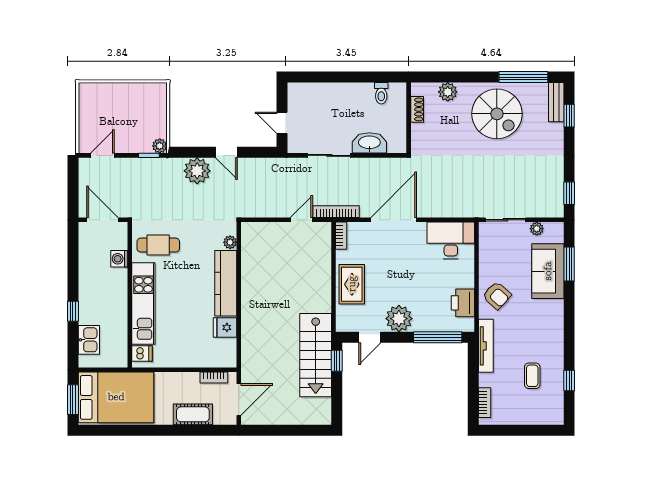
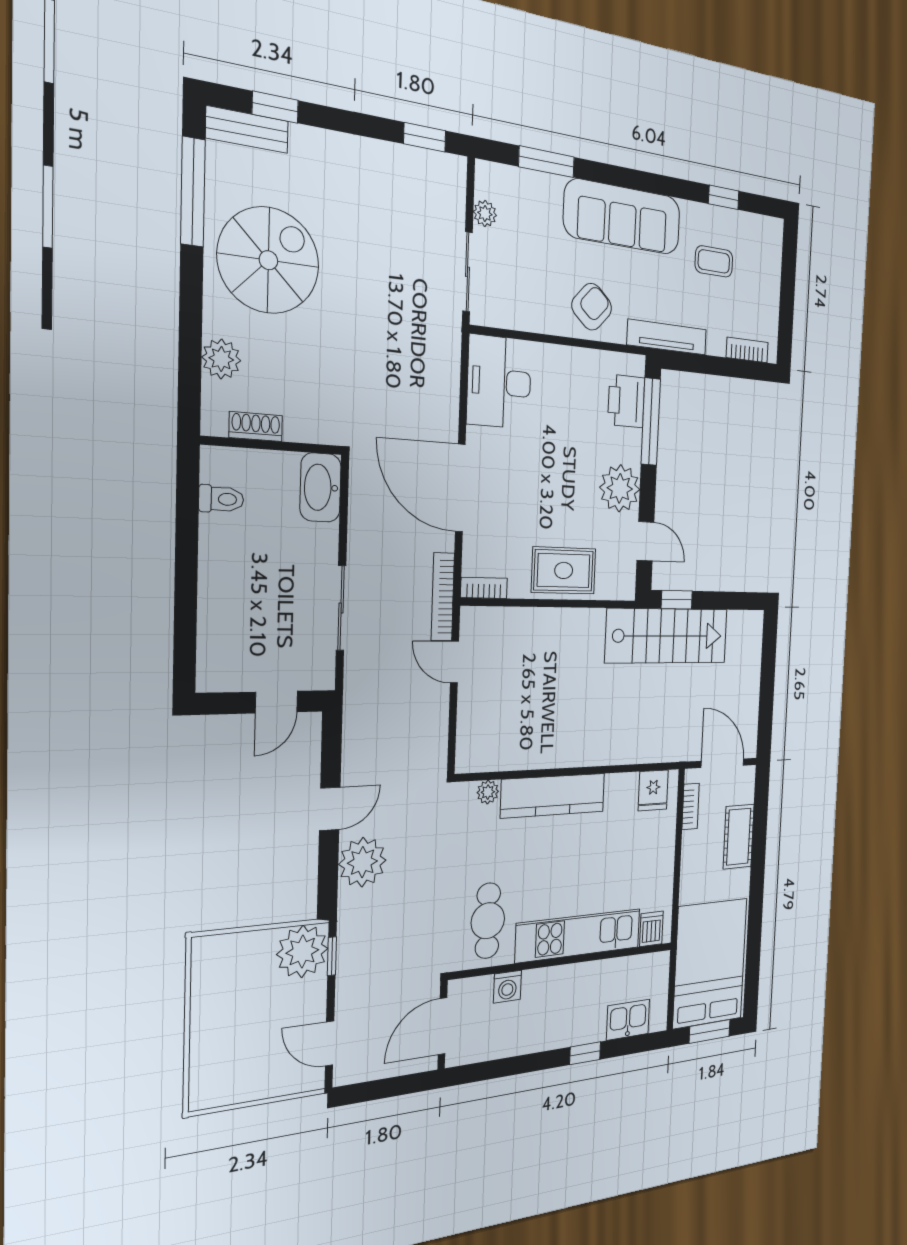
washbasin: (369, 143) -> (320, 487), moved
plant: (160, 146) -> (302, 951), width x1.88, depth x1.88
sofa: (548, 271) -> (623, 217), moved, width x1.36
printer: (463, 303) -> (626, 401), moved, turned 90
fridge: (225, 327) -> (653, 790), moved

